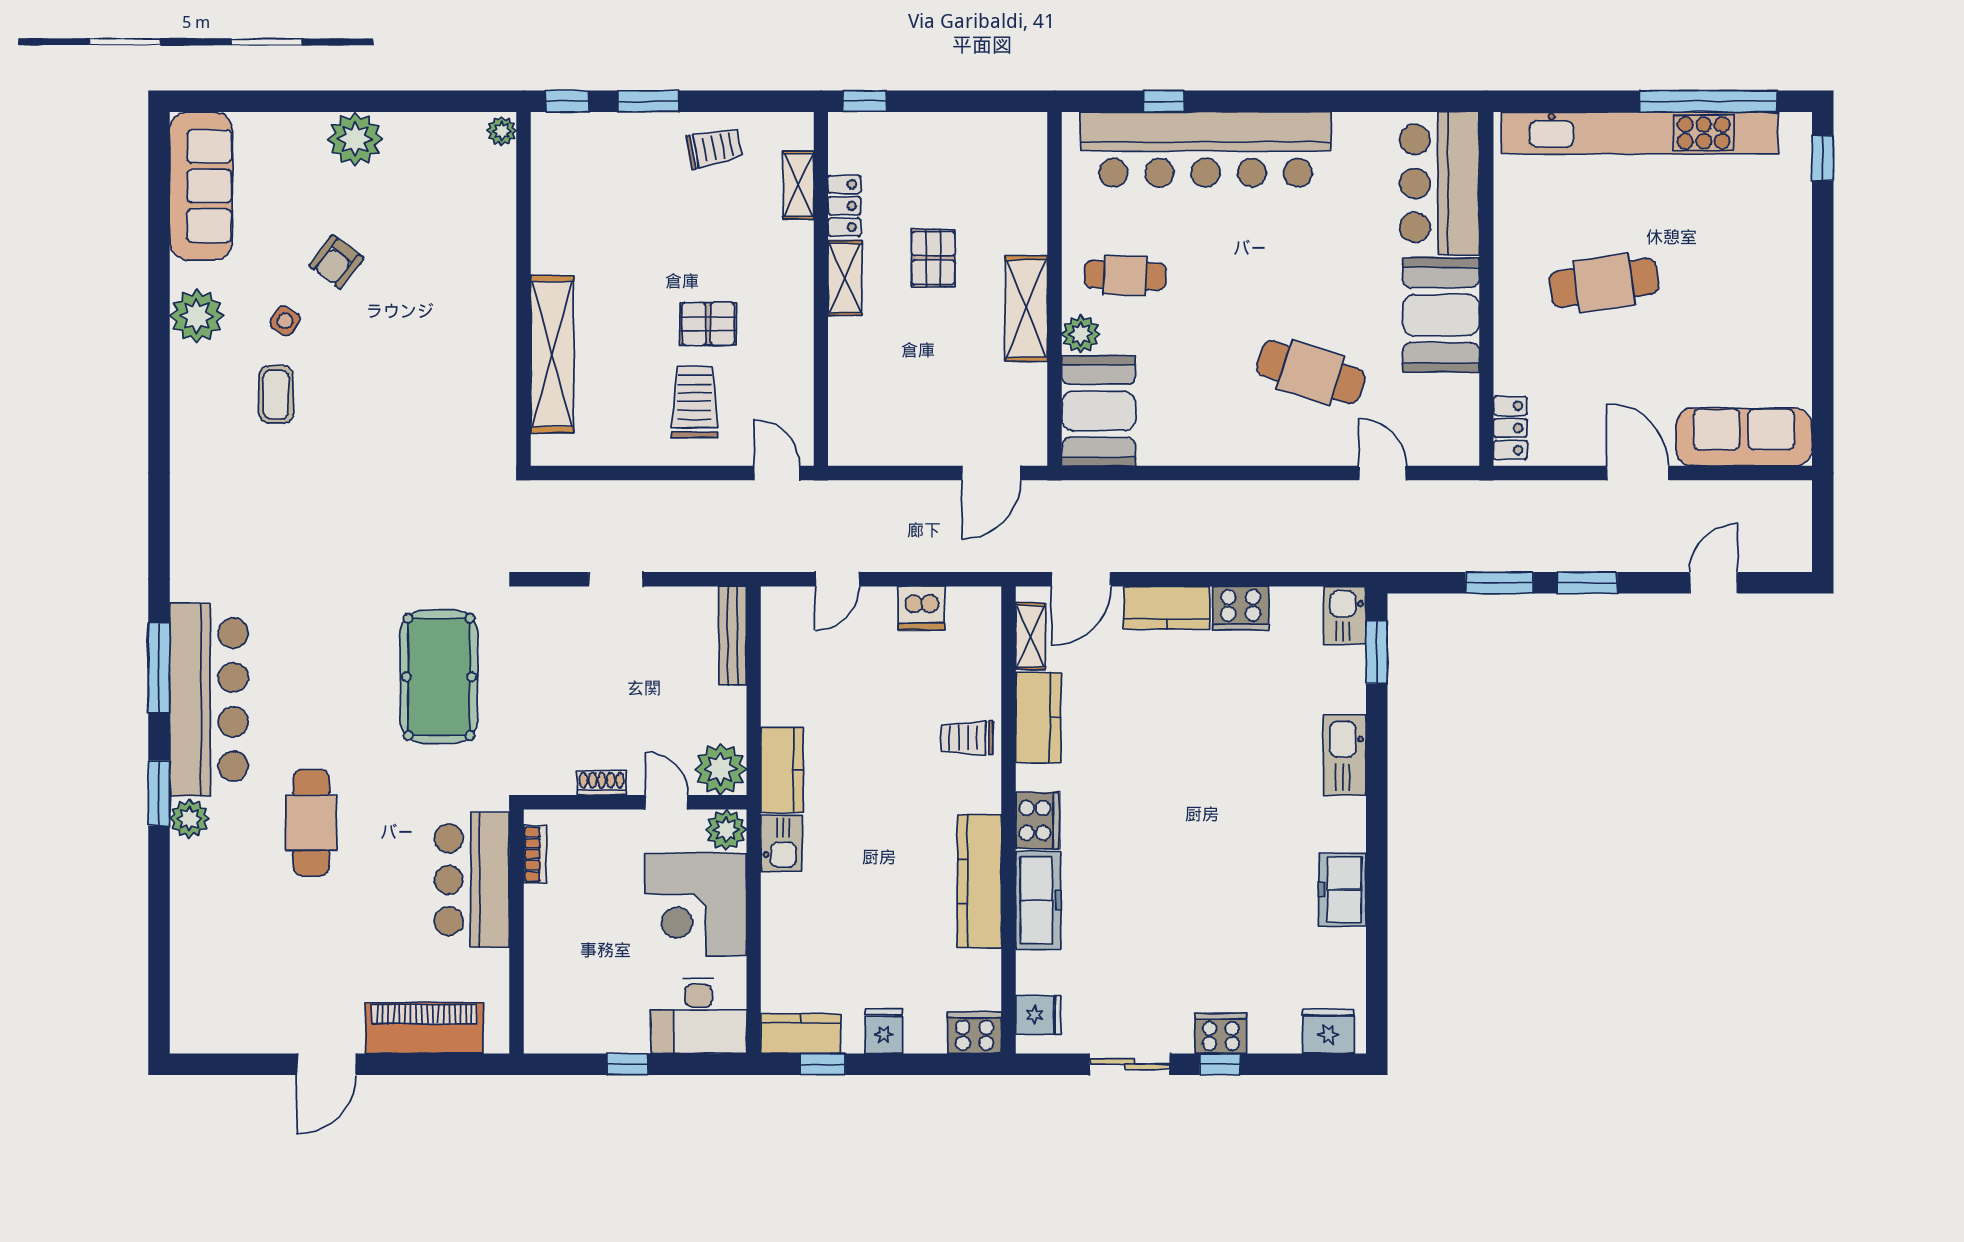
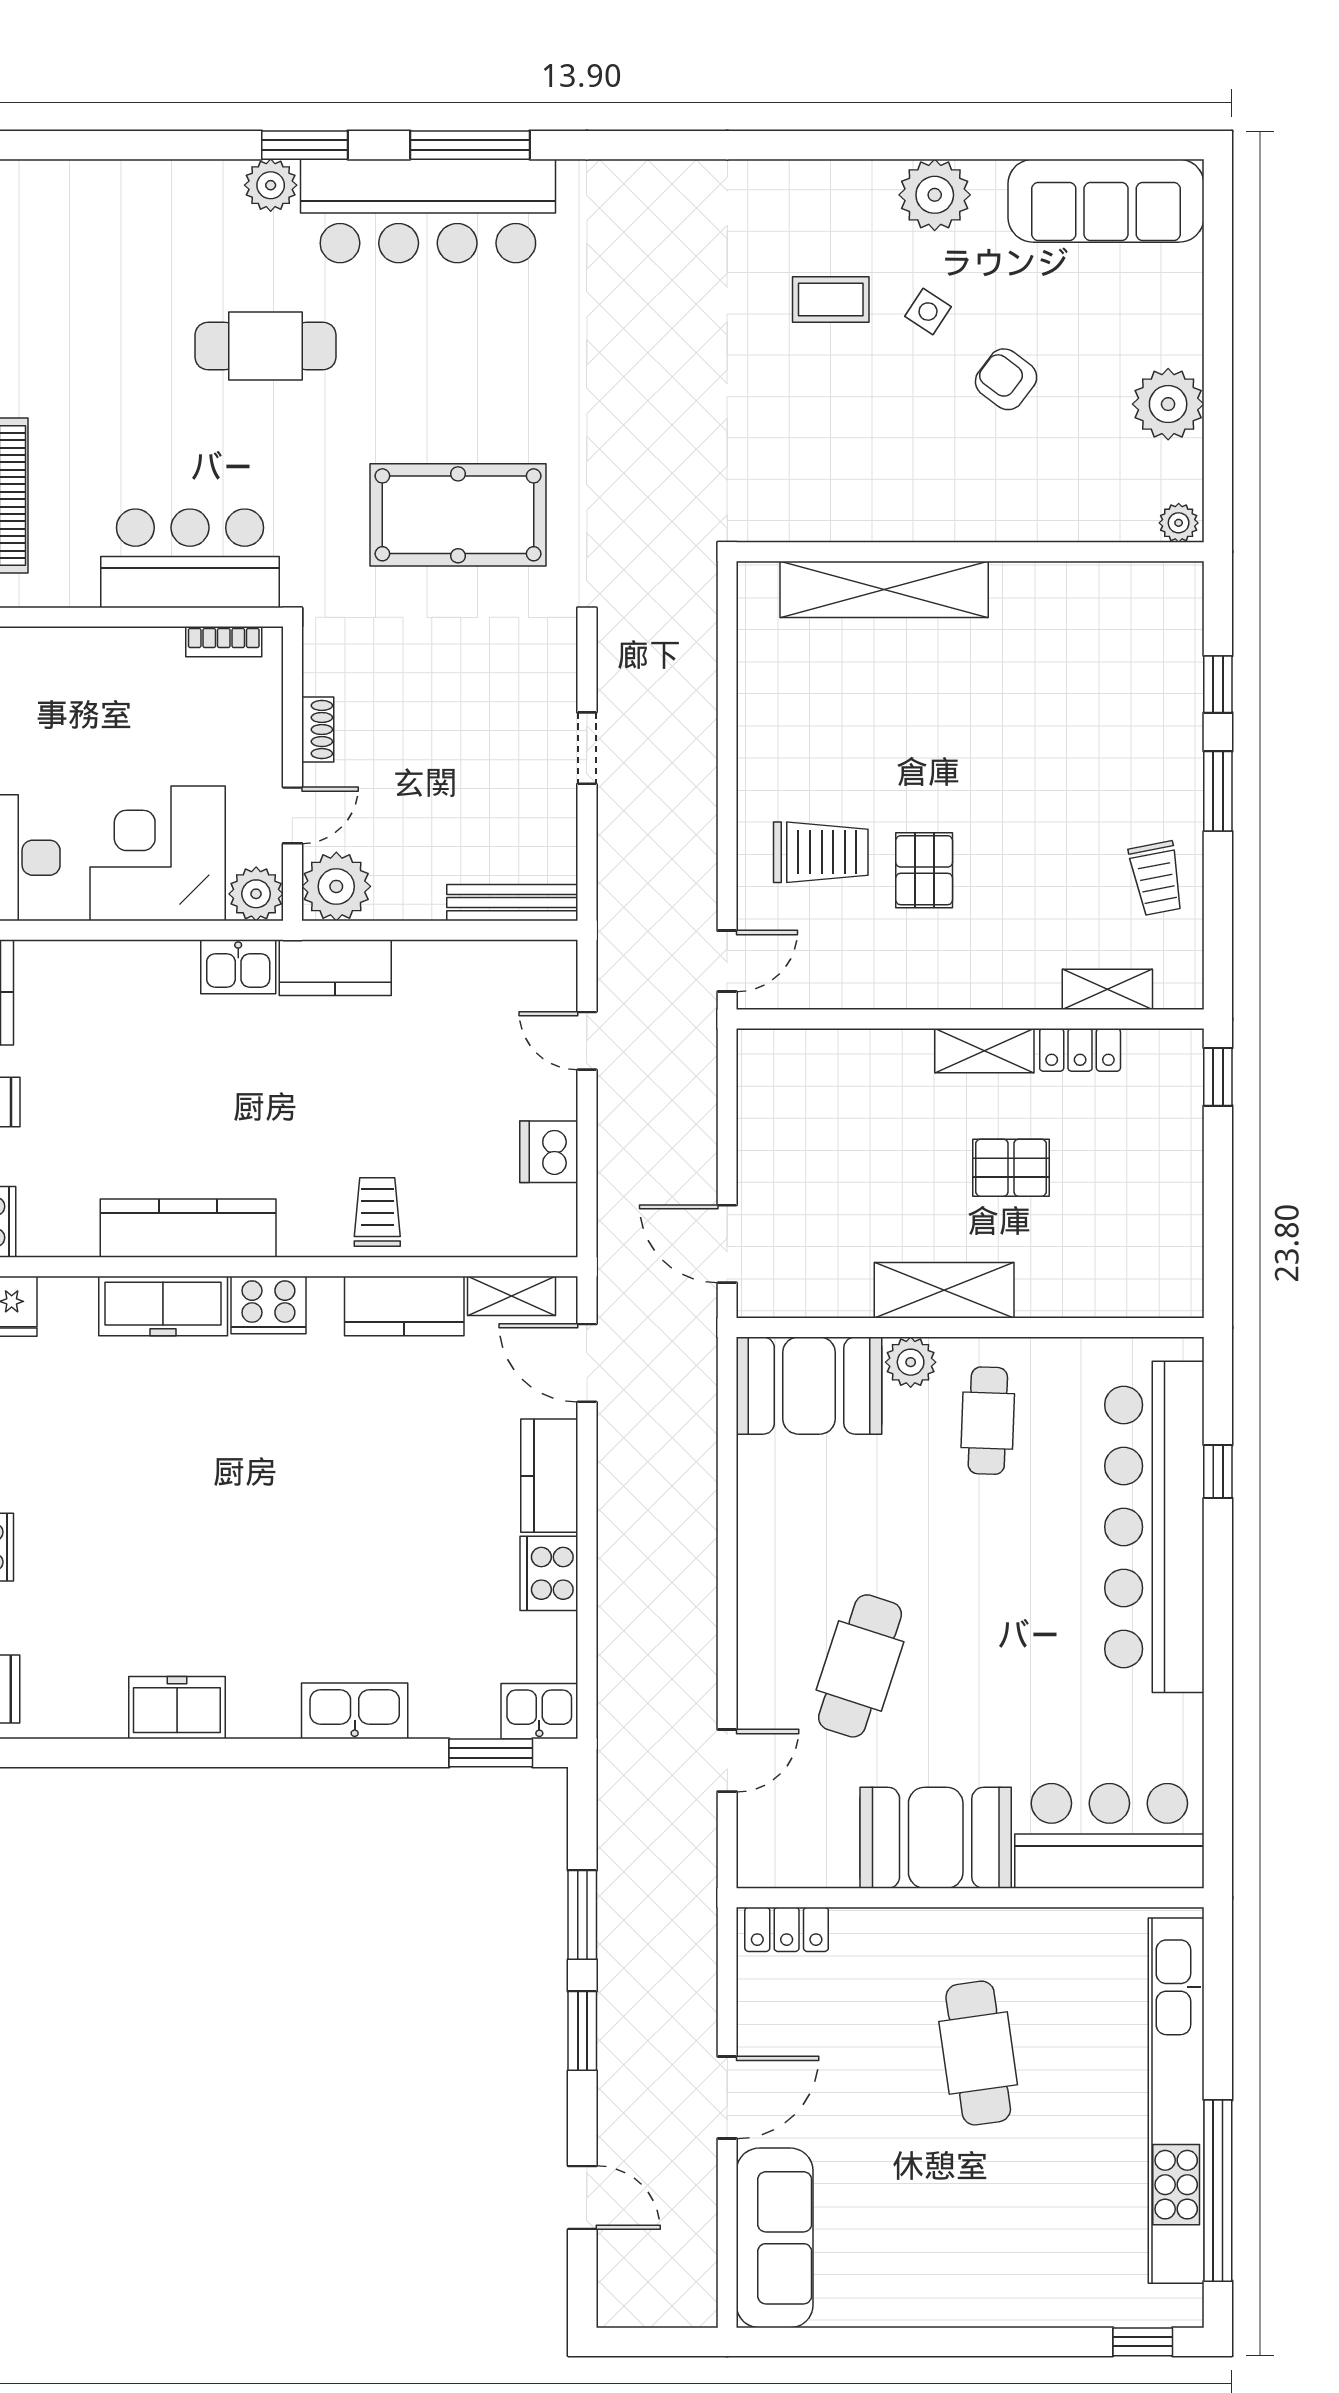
plant: (502, 131) -> (1179, 523), moved
wall: (524, 289) -> (970, 552), moved
shelving: (552, 354) -> (884, 589), moved

